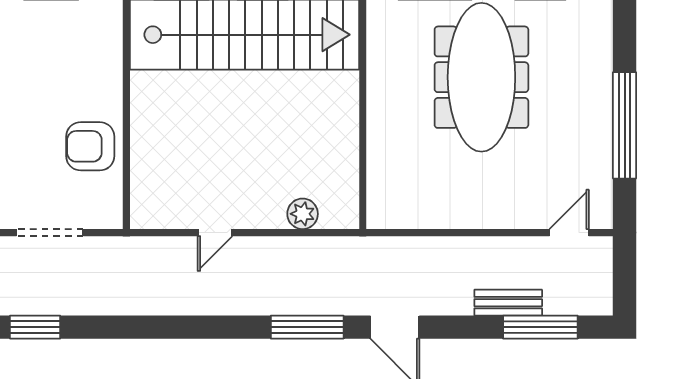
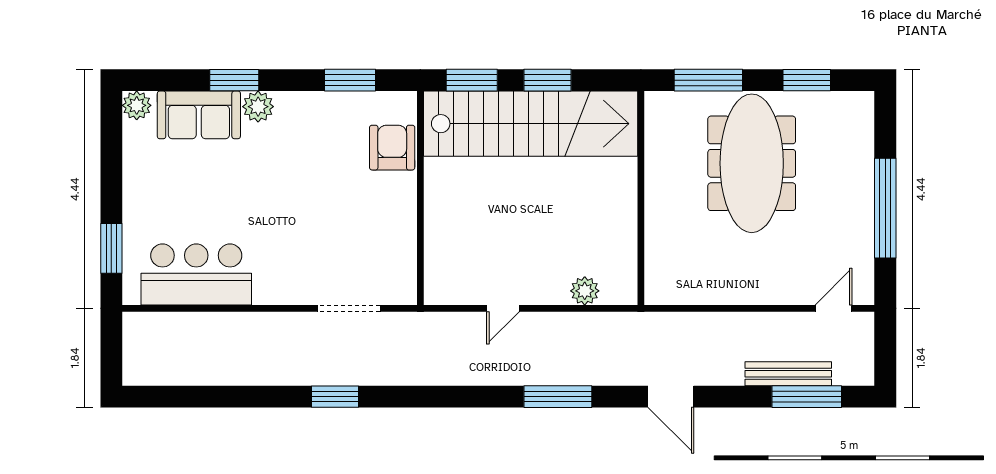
armchair: (90, 146) -> (392, 148), moved, turned 90
bench: (508, 303) -> (788, 374), width x1.36
window: (307, 327) -> (558, 397), moved

